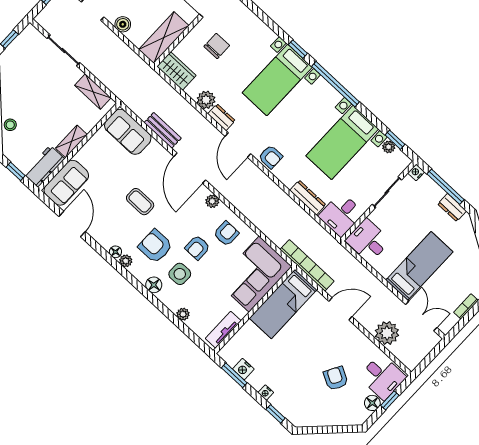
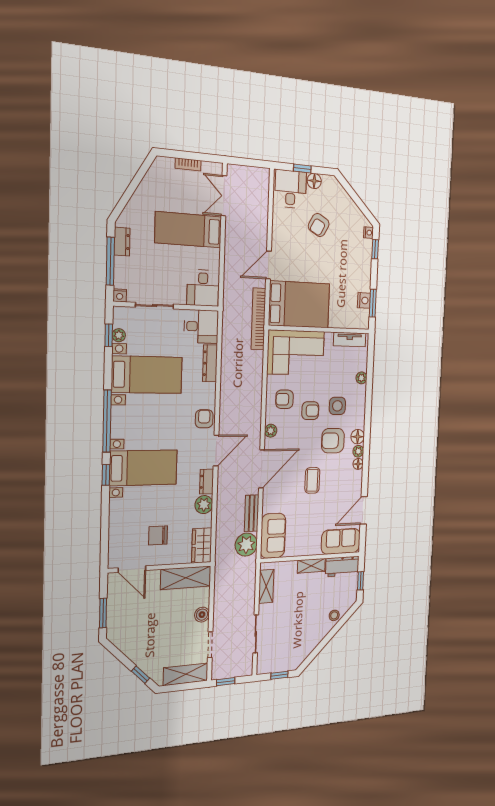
armchair: (155, 246) -> (333, 441), turned 90
floor lamp: (154, 285) -> (358, 437), moved
bed: (283, 304) -> (299, 305), width x1.50
door: (340, 309) -> (269, 265), hinge flipped
plant: (387, 333) -> (246, 545), moved
nightstand: (266, 393) -> (368, 233), moved

